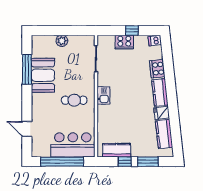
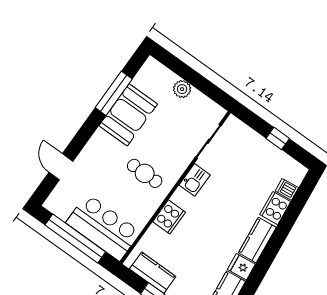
dishwasher: (155, 41) -> (287, 189), moved
cooker: (124, 42) -> (169, 217), moved, turned -90
kitchen sink: (103, 95) -> (195, 180), moved

